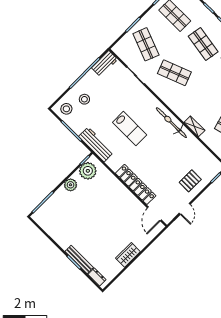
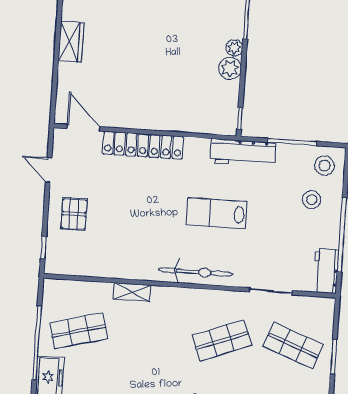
bicycle: (171, 123) -> (196, 272), moved
plant: (88, 171) -> (234, 48), moved, width x0.53, depth x0.53

